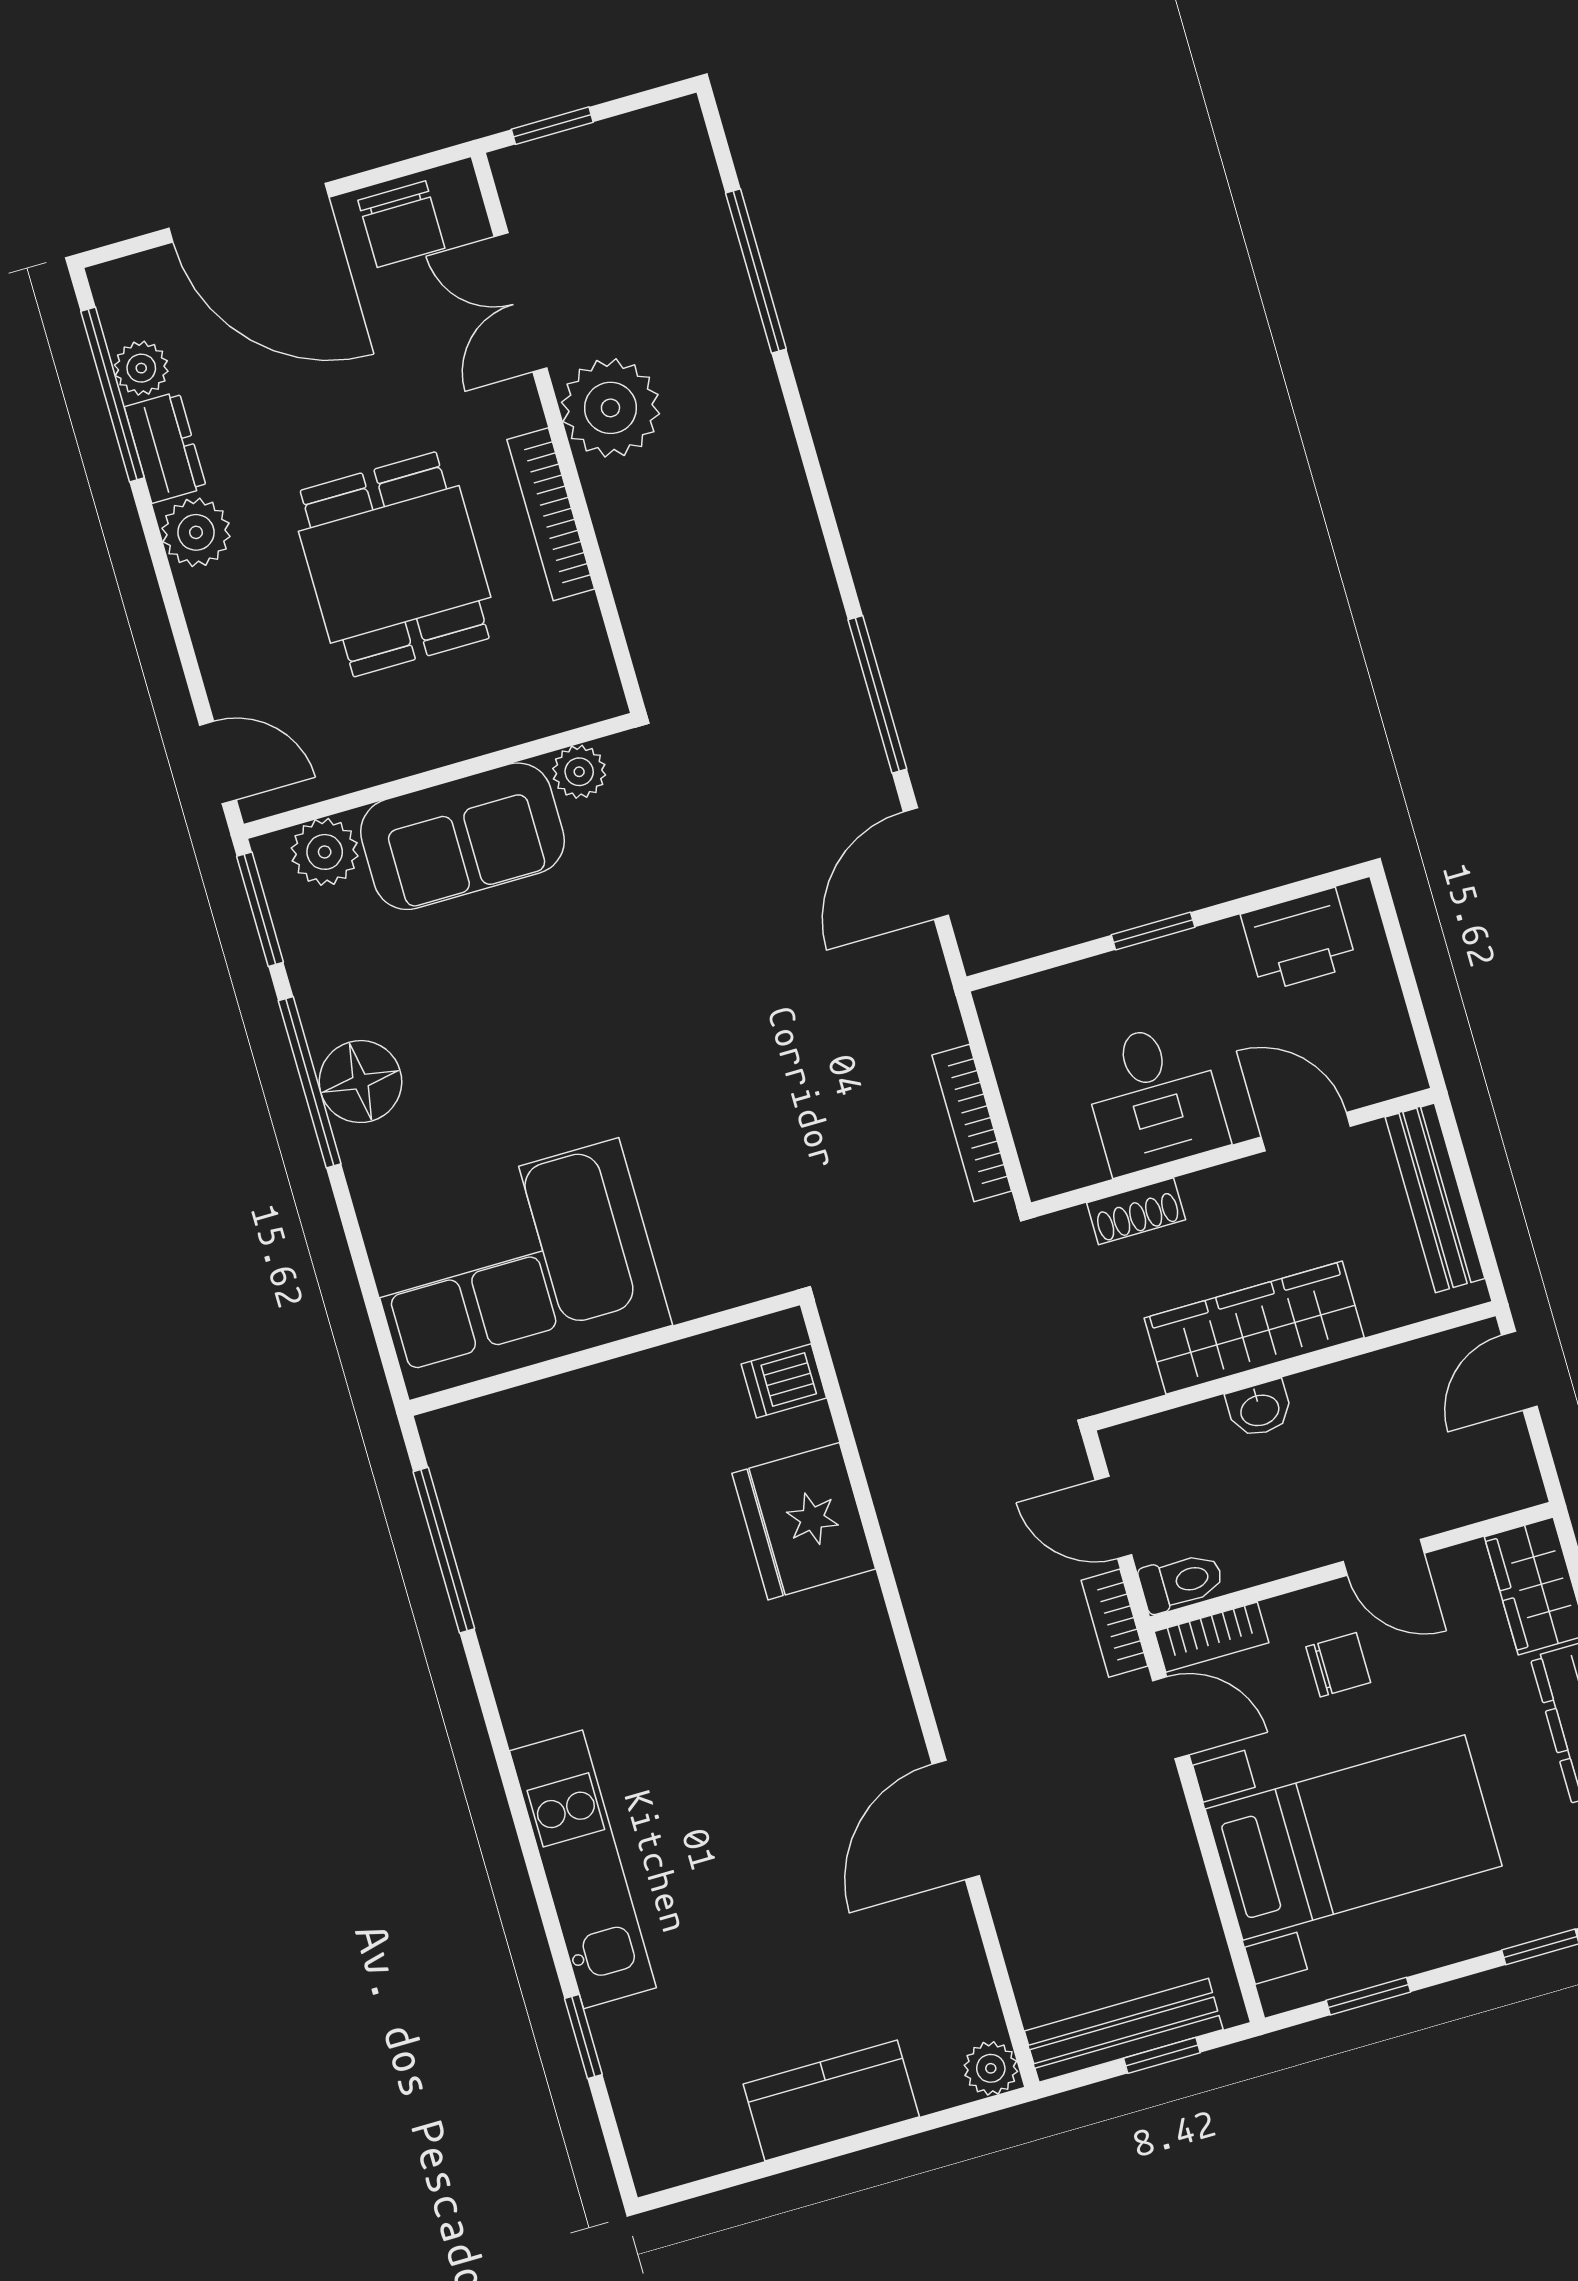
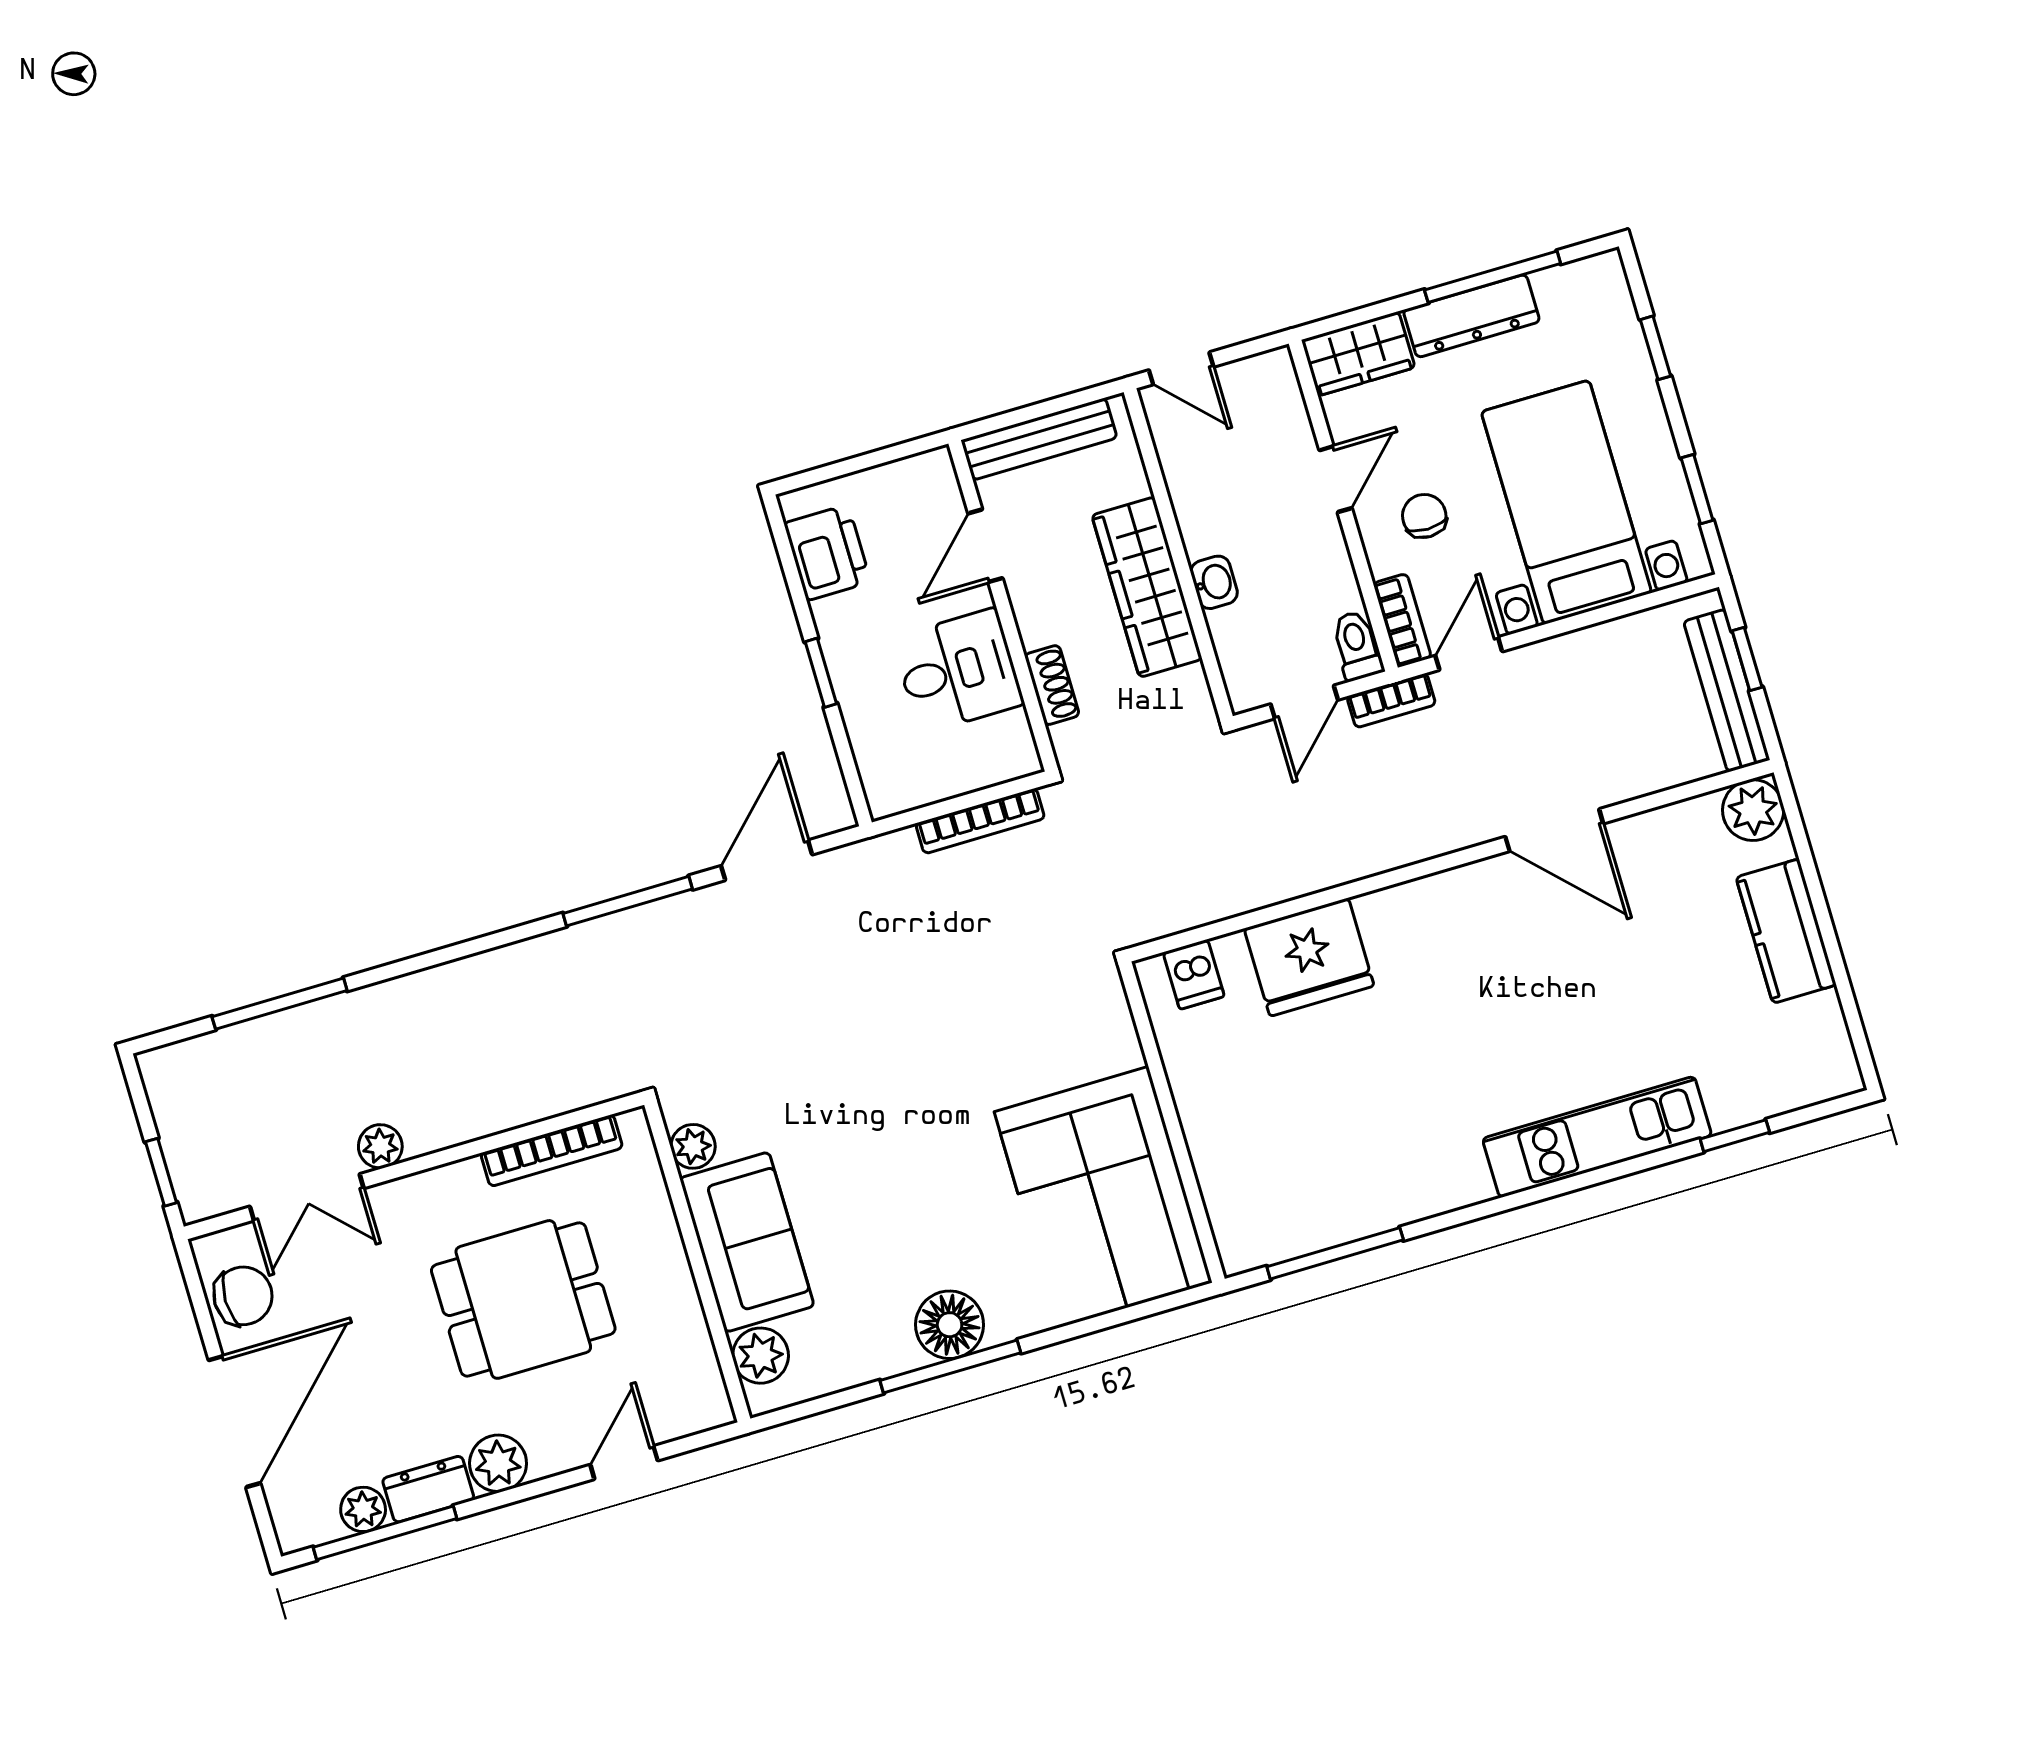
plant: (610, 408) -> (380, 1146), width x0.53, depth x0.53
bookcase: (551, 514) -> (552, 1150), moved
door: (218, 762) -> (624, 1463), moved
door: (926, 864) -> (767, 860), swing flipped
window: (260, 909) -> (808, 1408), removed
plant: (991, 2068) -> (1753, 810), width x1.38, depth x1.38

